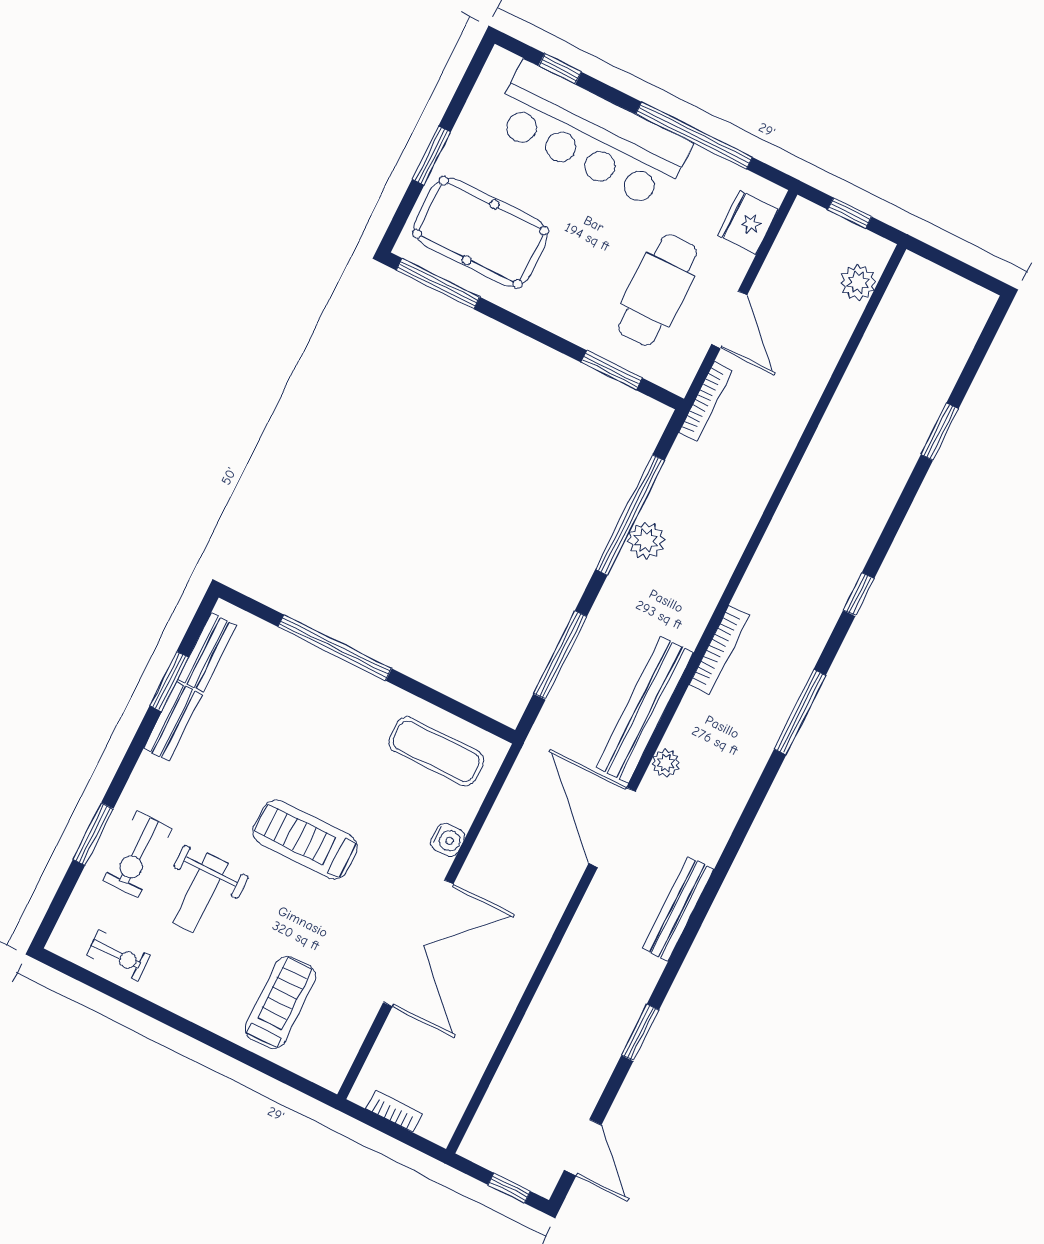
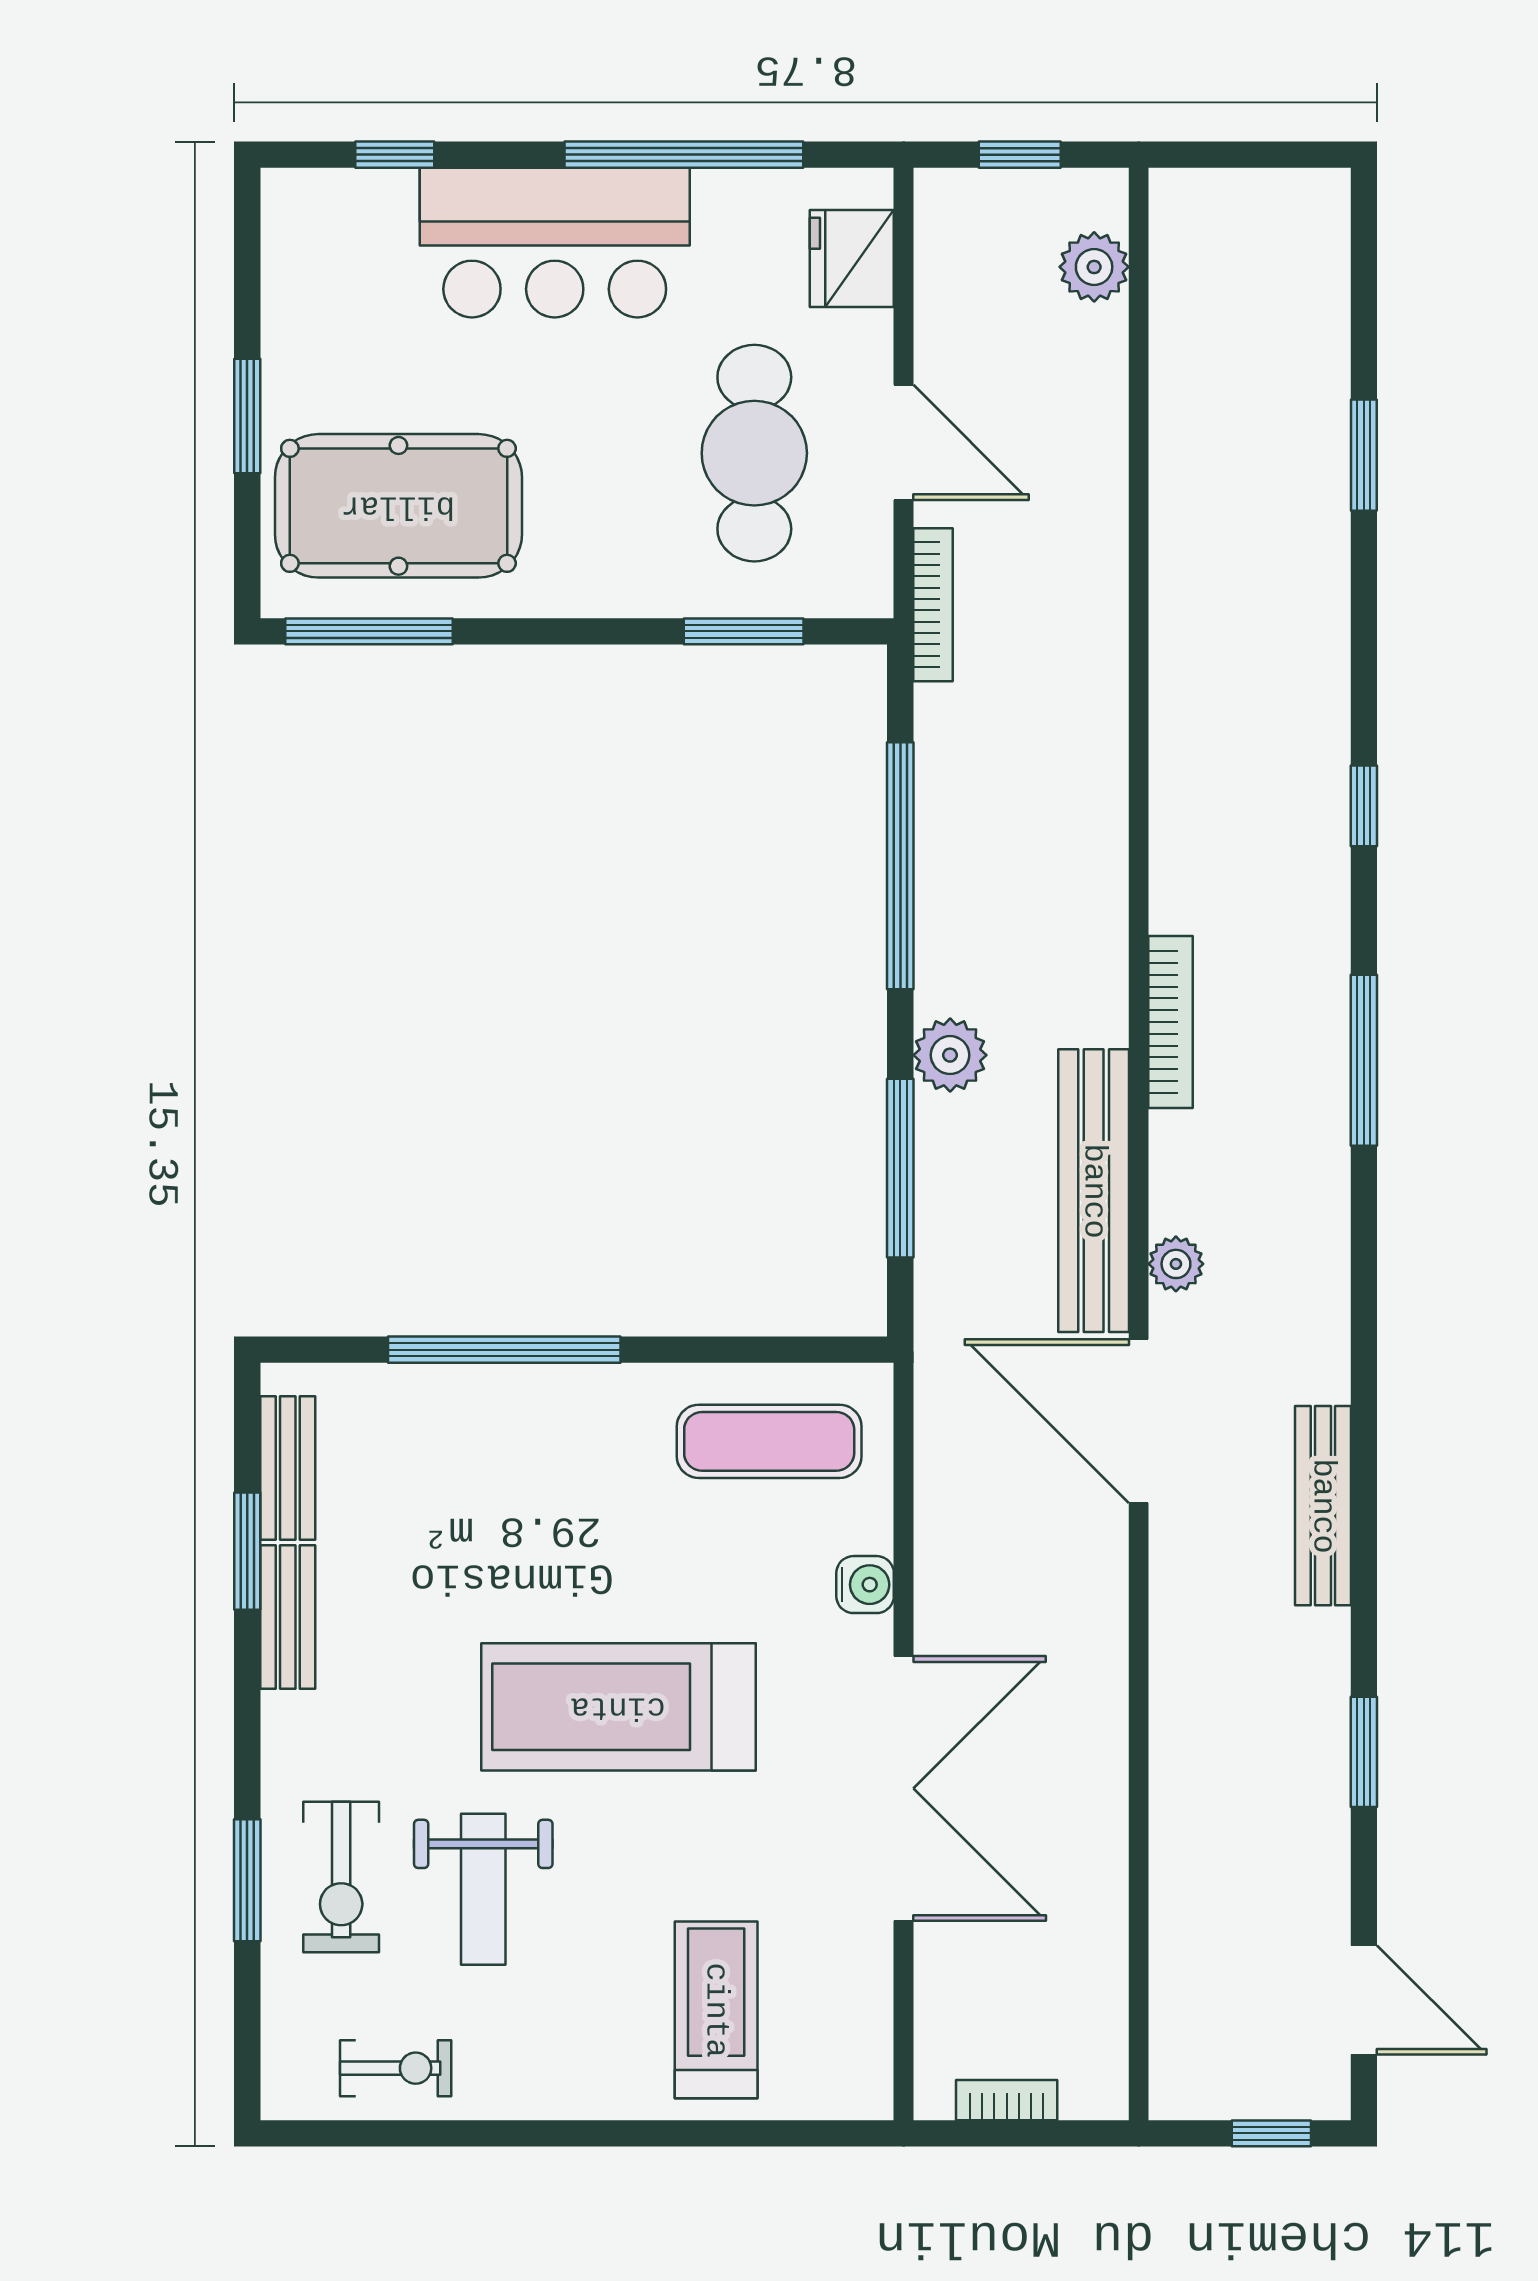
bar counter: (591, 135) -> (555, 243), width x0.73
plant: (646, 541) -> (950, 1055), moved
treadmill: (305, 840) -> (618, 1707), width x1.37, depth x1.38

